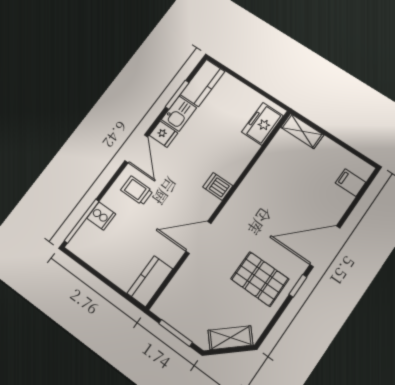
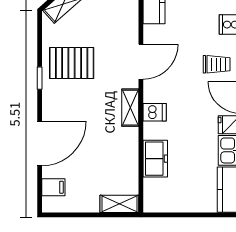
freezer: (262, 124) -> (155, 159), moved
shelving: (236, 205) -> (130, 108), added
door: (325, 246) -> (40, 144), moved

